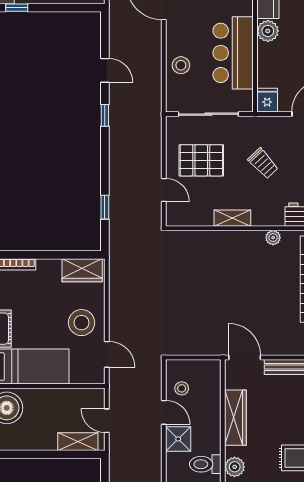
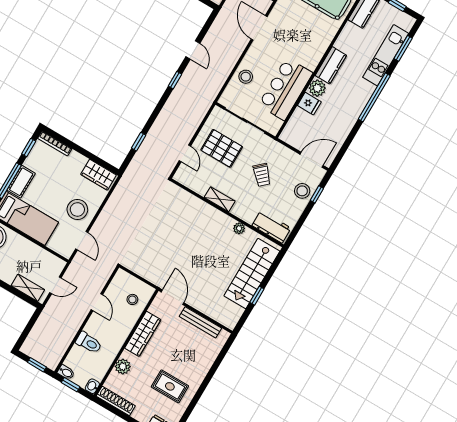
fridge: (267, 100) -> (309, 104), moved, turned 90
stool: (182, 388) -> (132, 299), moved
door: (107, 421) -> (55, 285), swing flipped
shower: (178, 439) -> (96, 326), removed
toilet: (205, 464) -> (89, 343), moved, turned 180

